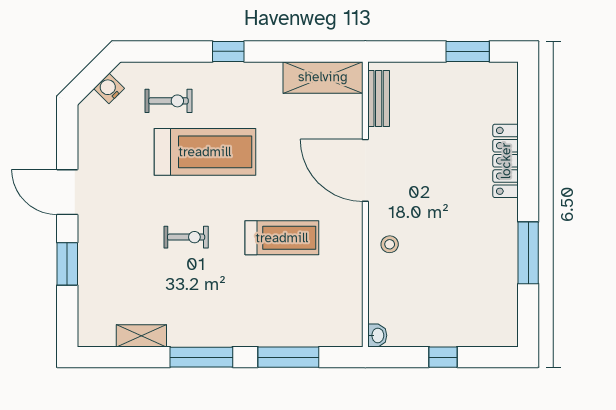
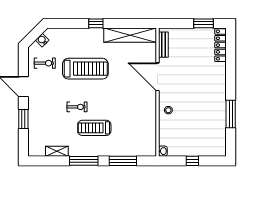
shelving: (323, 77) -> (130, 35), width x1.47
exercise bike: (168, 101) -> (45, 63), moved
locker: (506, 161) -> (220, 45), moved
treadmill: (282, 238) -> (94, 128), moved, turned 180

